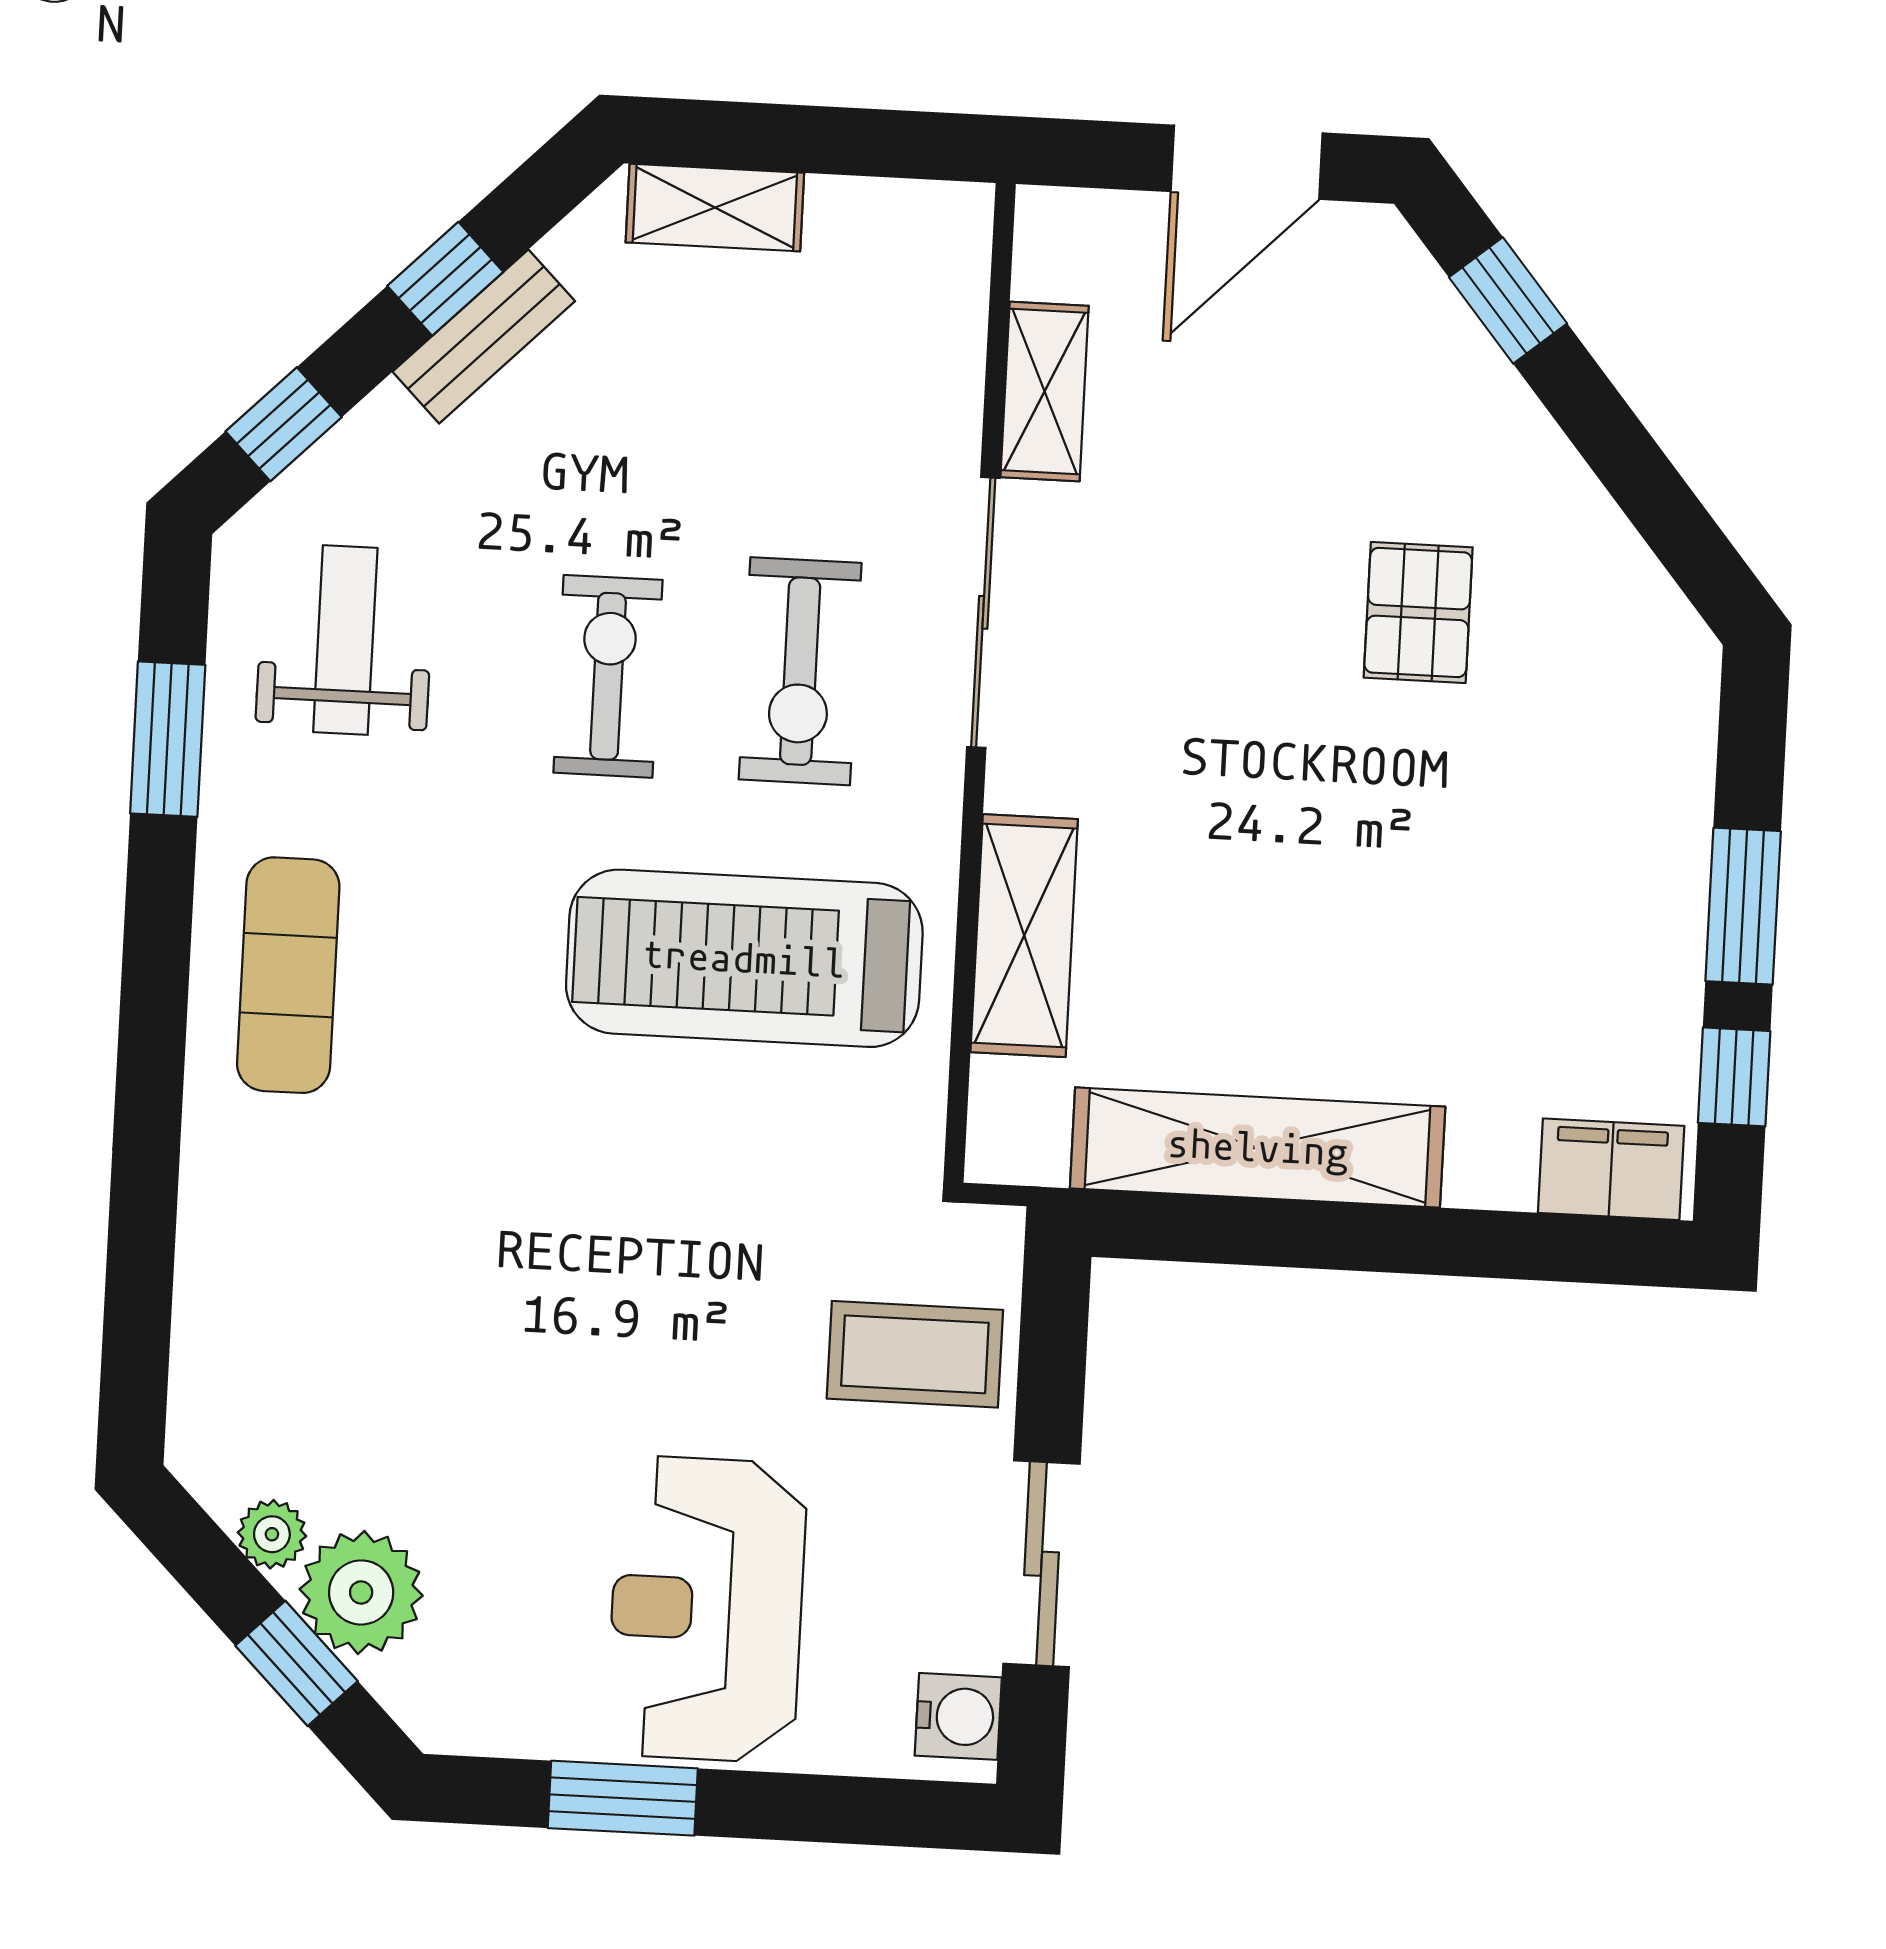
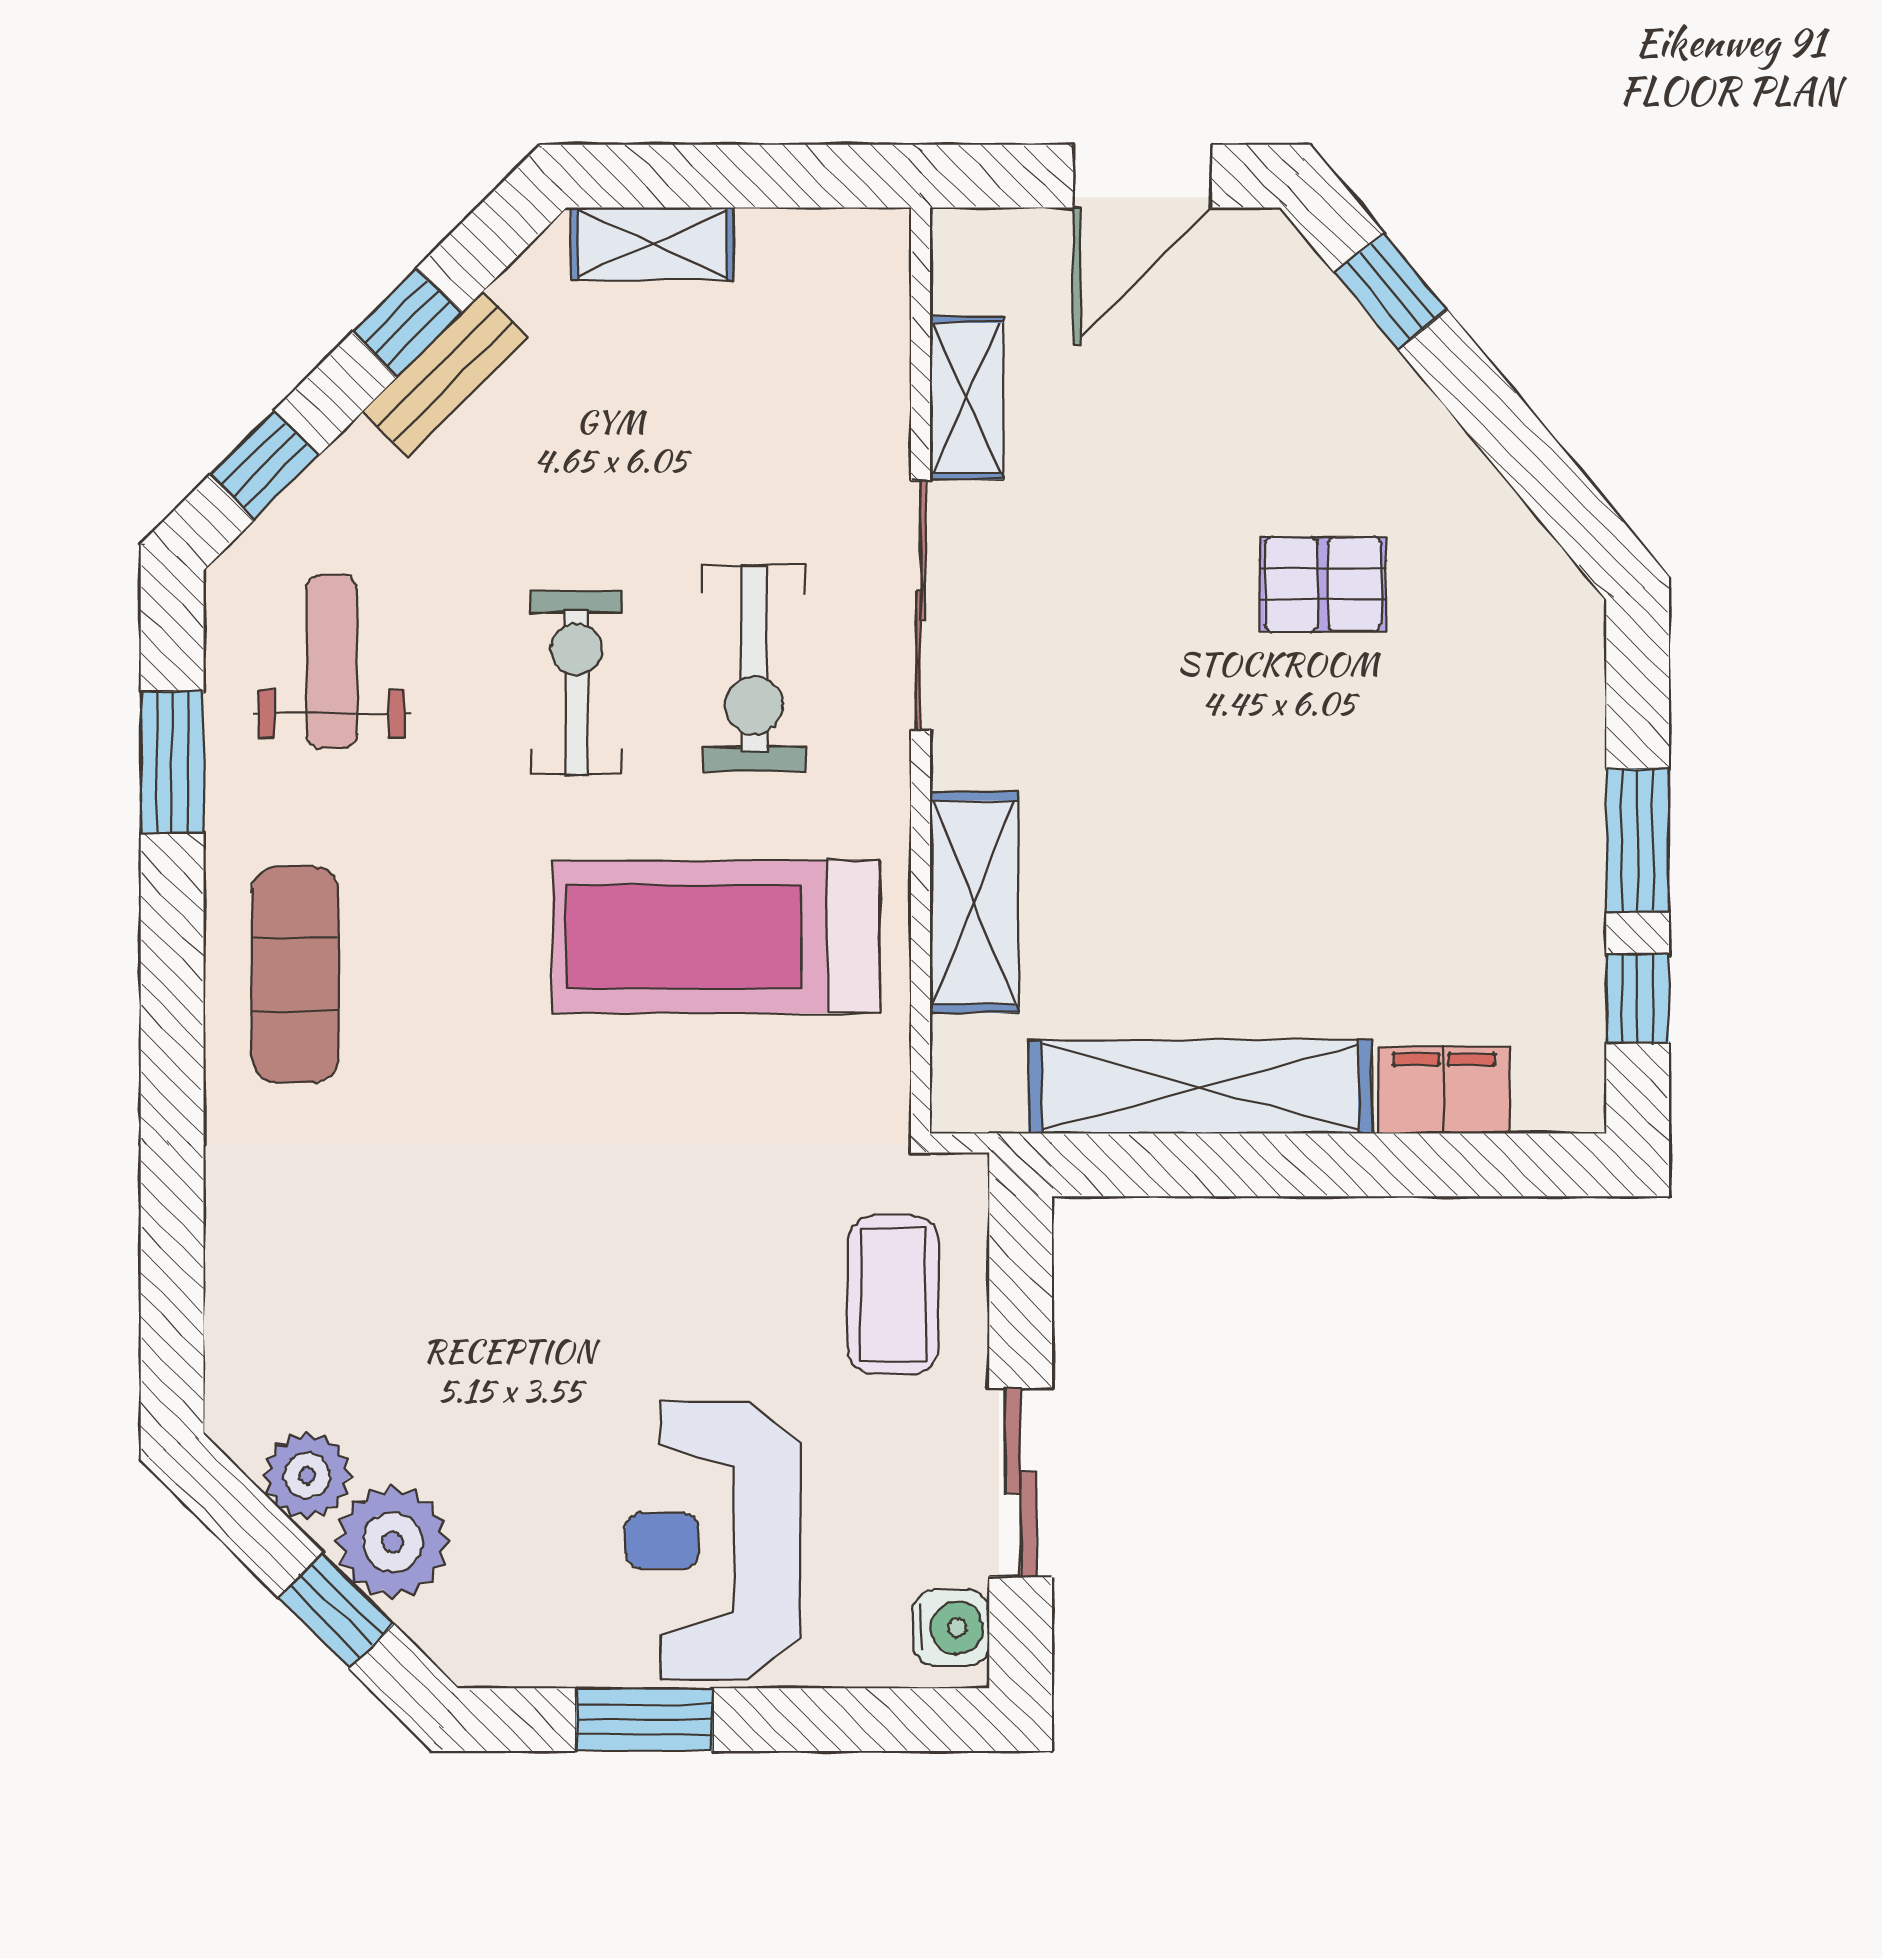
pallet: (1418, 613) -> (1323, 584), turned 90
filing cabinet: (1611, 1169) -> (1444, 1090), moved
coffee table: (915, 1354) -> (893, 1295), turned 90
plant: (272, 1534) -> (307, 1476), width x1.38, depth x1.38

